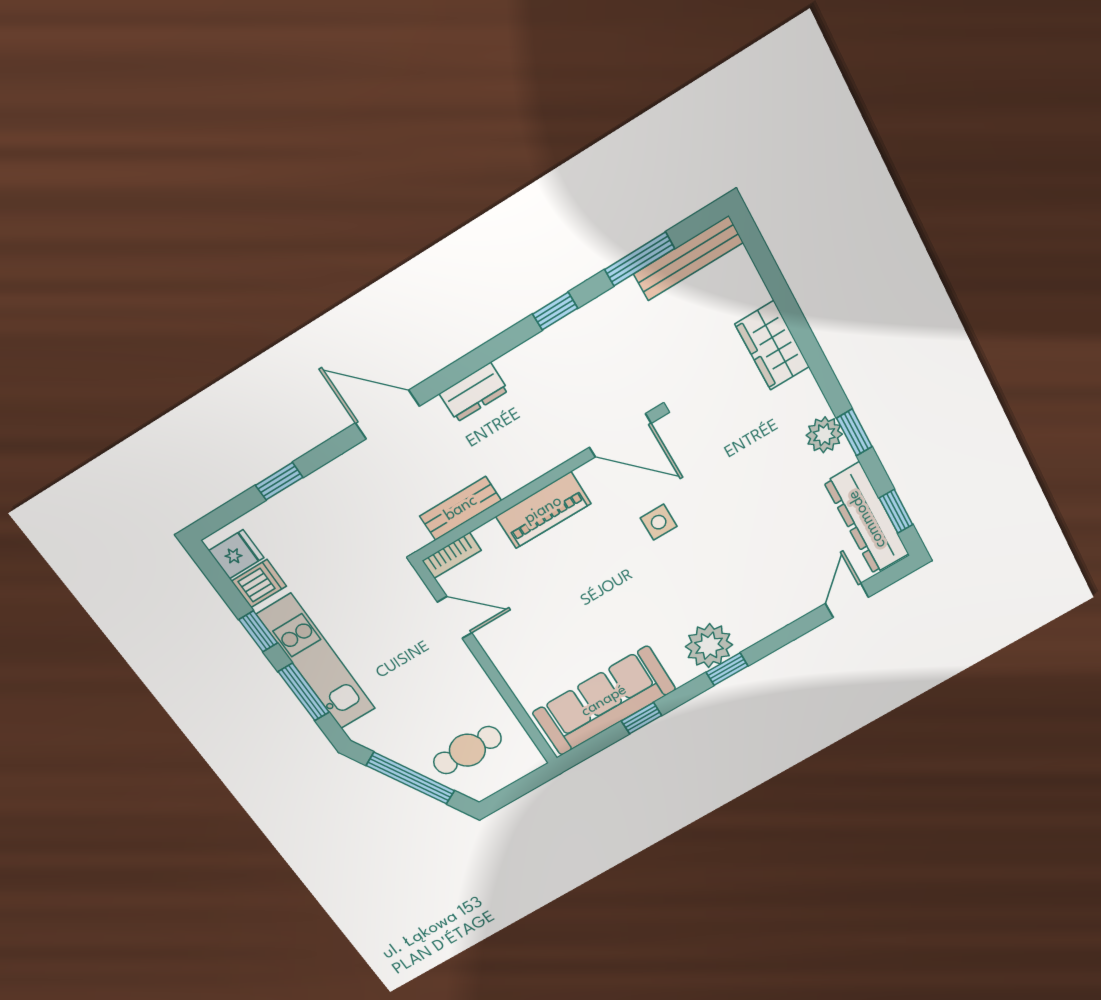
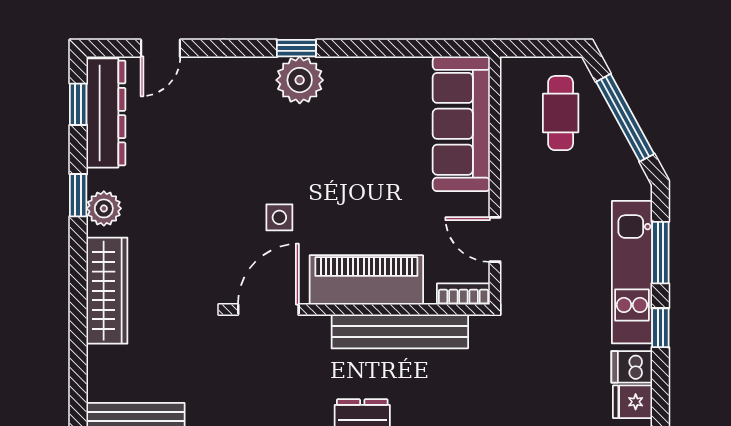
wardrobe: (772, 345) -> (107, 291), width x1.50
door: (620, 435) -> (268, 310), hinge flipped
bench: (461, 508) -> (400, 331), width x1.86, depth x1.21
piano: (543, 510) -> (366, 280), width x1.37, depth x1.33
sofa: (604, 701) -> (461, 124), moved, turned 90
window: (642, 718) -> (395, 48), removed
cafe table: (467, 750) -> (561, 113), turned 90

